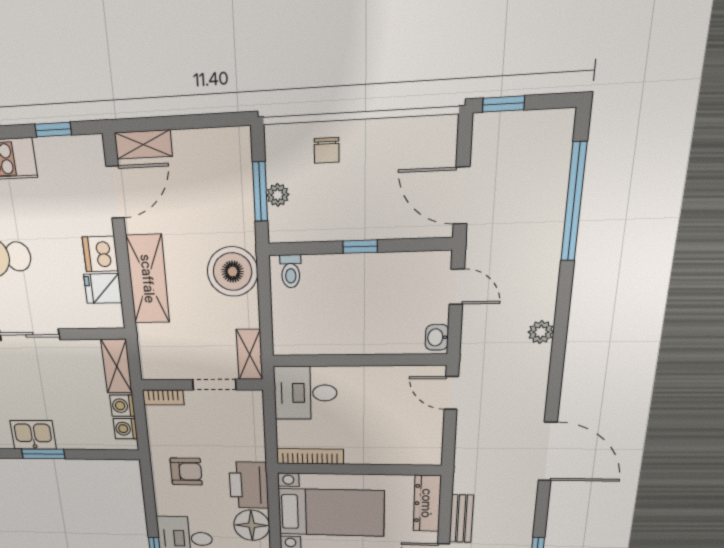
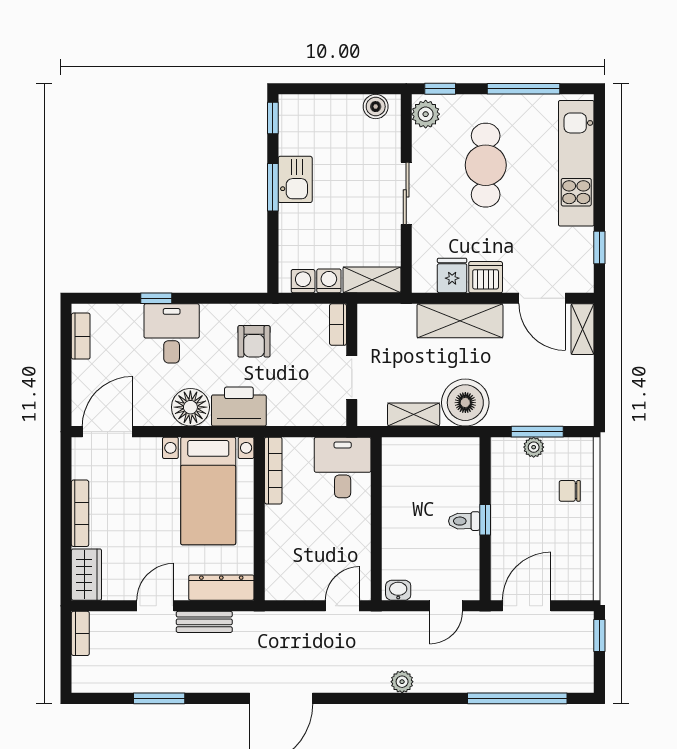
toilet: (291, 271) -> (464, 521), moved
shelving: (250, 354) -> (414, 415), moved

